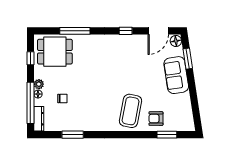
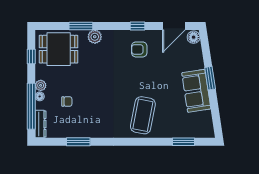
window: (75, 31) -> (81, 26), width x0.69
plant: (87, 41) -> (95, 37), added
window: (188, 59) -> (210, 78), moved
sofa: (176, 75) -> (196, 91), moved
armchair: (156, 119) -> (139, 49), moved

